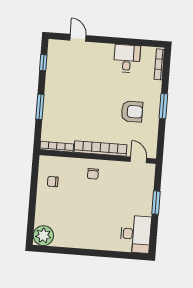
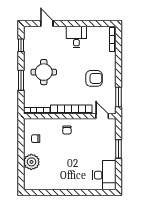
desk: (127, 59) -> (76, 37), moved
round table: (69, 99) -> (44, 72), added
window: (163, 106) -> (119, 97), moved
plant: (43, 236) -> (31, 162), moved

